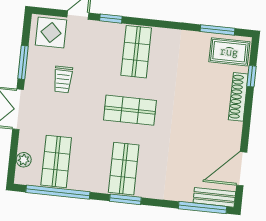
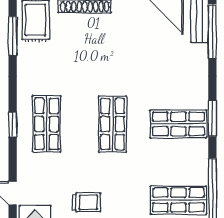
window: (111, 19) -> (13, 125), moved
shop shelf: (136, 52) -> (47, 124), turned 90

